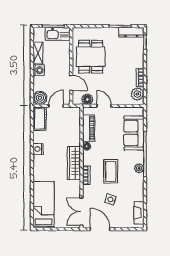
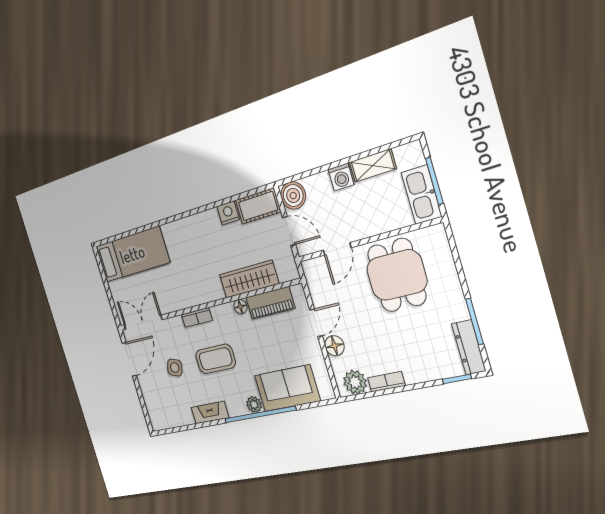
dining table: (91, 57) -> (397, 275), turned 90
floor lamp: (87, 99) -> (334, 346), moved
nightstand: (38, 149) -> (228, 213), moved
wardrobe: (74, 163) -> (249, 279), moved
plant: (139, 168) -> (254, 405), moved
fireplace: (139, 213) -> (210, 413), moved

